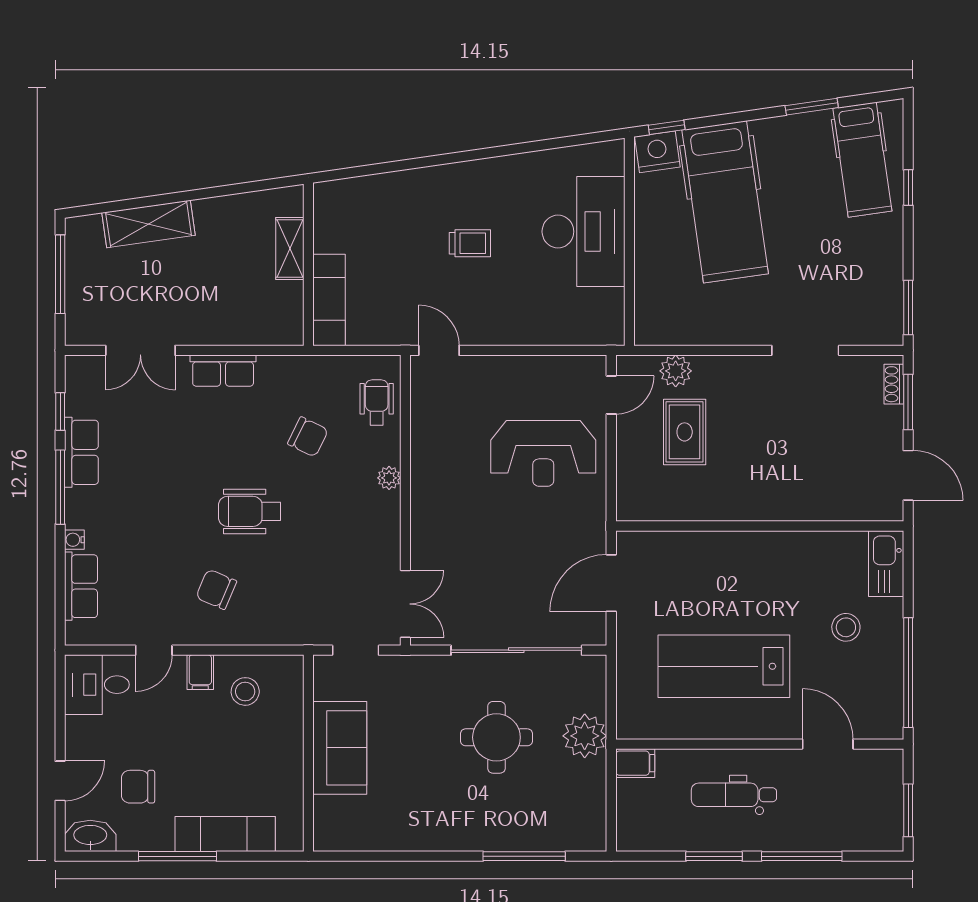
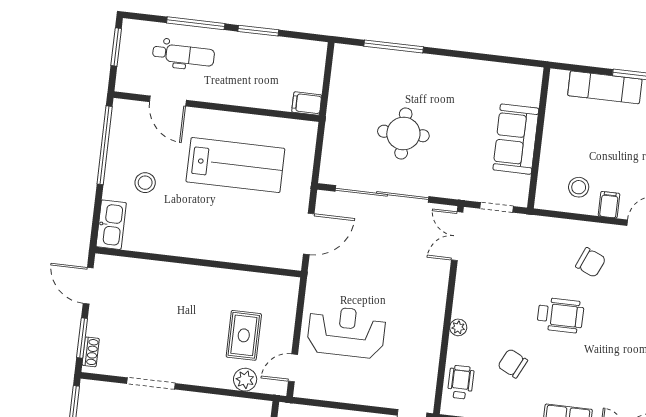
wheelchair: (377, 402) -> (461, 382), turned 180
plant: (585, 736) -> (340, 127), removed
dental chair: (734, 795) -> (184, 55), moved

